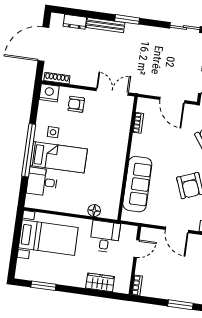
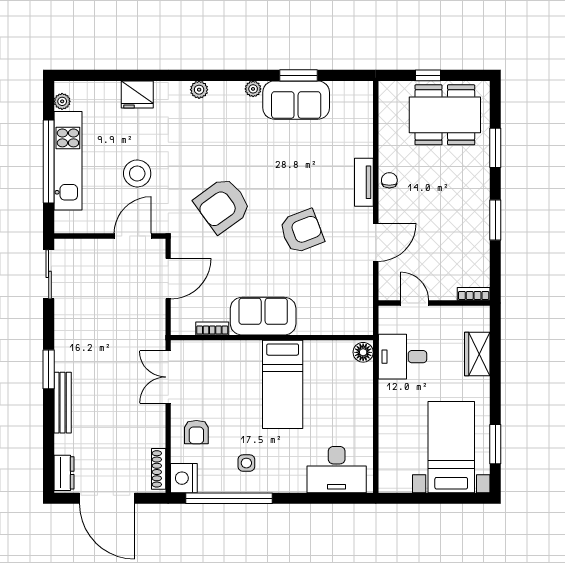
dresser: (75, 22) -> (64, 473), moved
window: (29, 150) -> (229, 498), moved
bed: (59, 157) -> (283, 384), moved, turned 180
desk: (42, 182) -> (337, 470), width x1.37
sofa: (137, 184) -> (263, 316), moved, width x0.73
floor lamp: (94, 211) -> (363, 352), moved
bed with nightstands: (48, 238) -> (451, 447), moved

